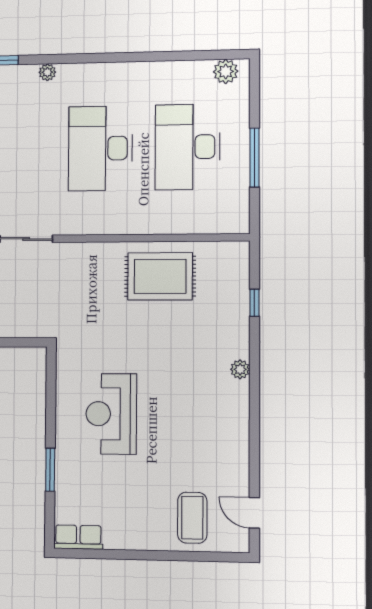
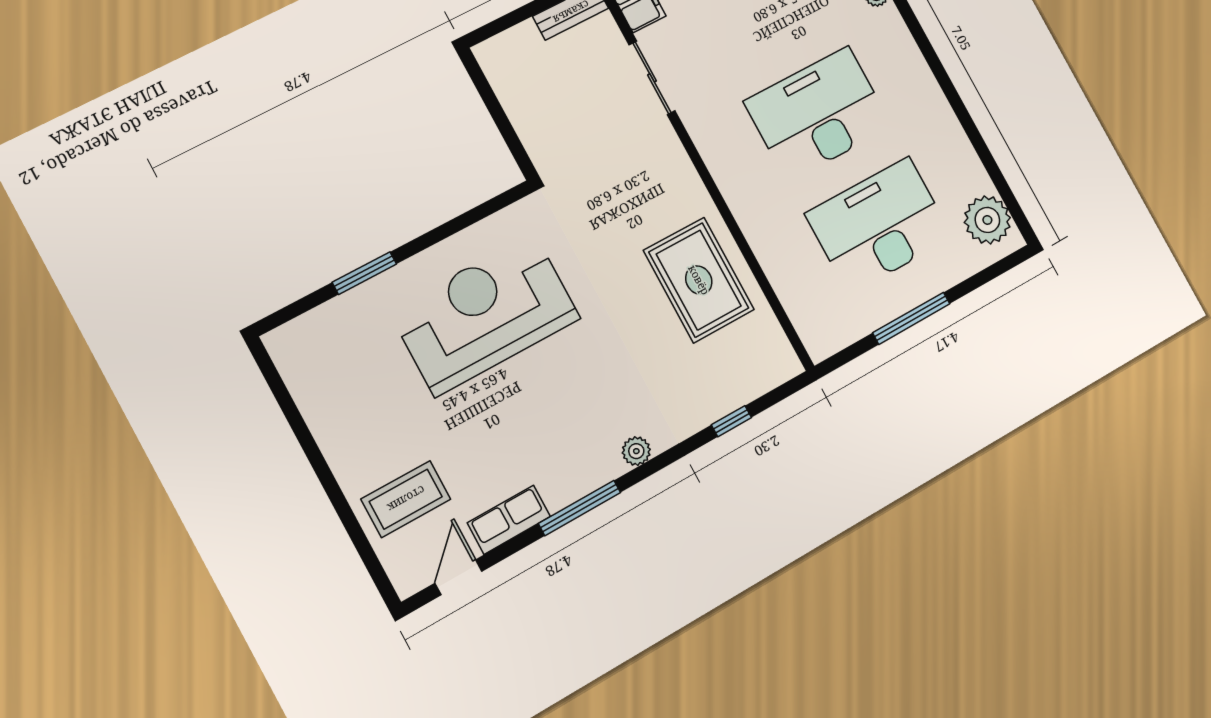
plant: (226, 71) -> (987, 220), width x1.36, depth x1.36
reception desk: (111, 414) -> (485, 314), width x1.36, depth x1.30
window: (254, 421) -> (580, 508), added
row of seats: (78, 537) -> (509, 520), moved, turned -90

